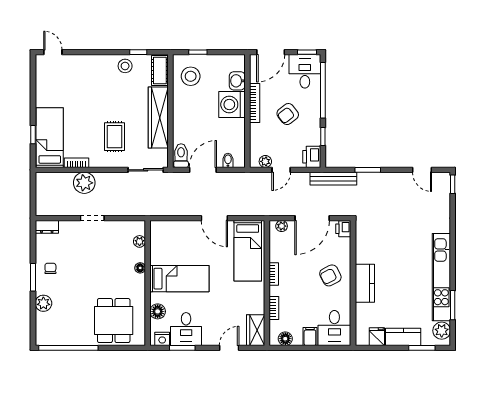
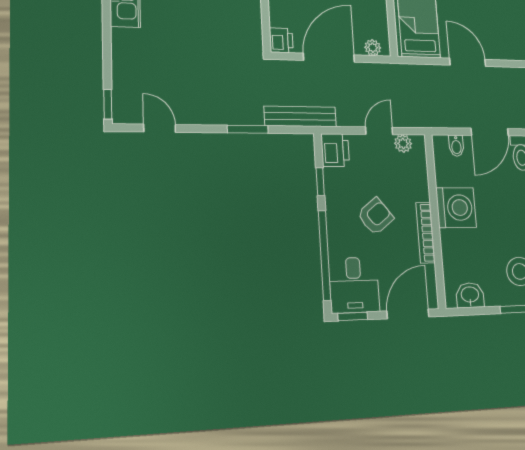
washbasin: (237, 81) -> (470, 295), moved, turned -90
washing machine: (232, 105) -> (456, 208), moved

